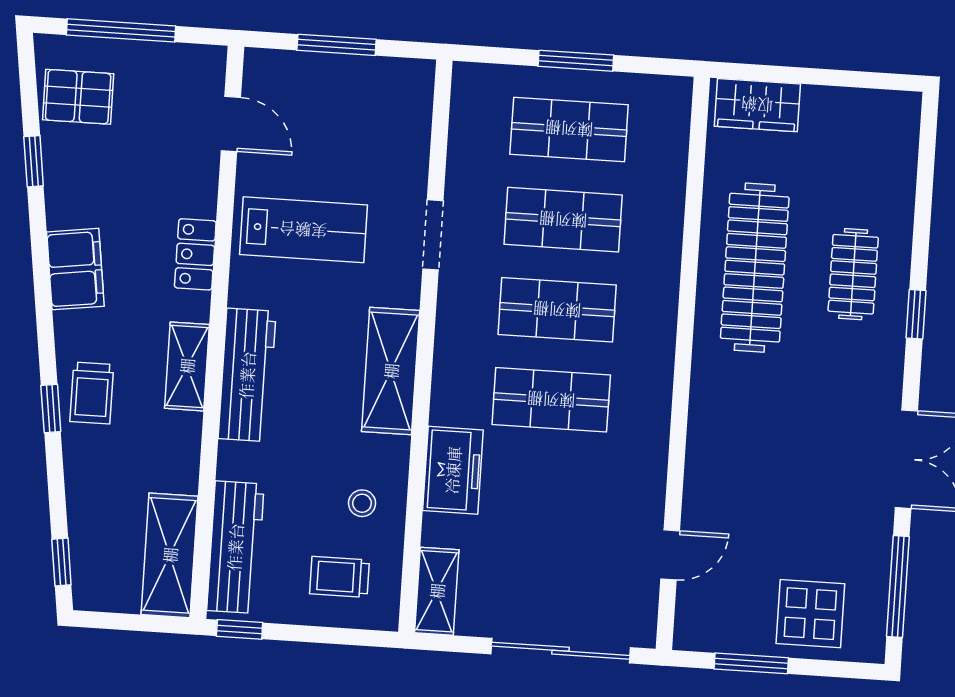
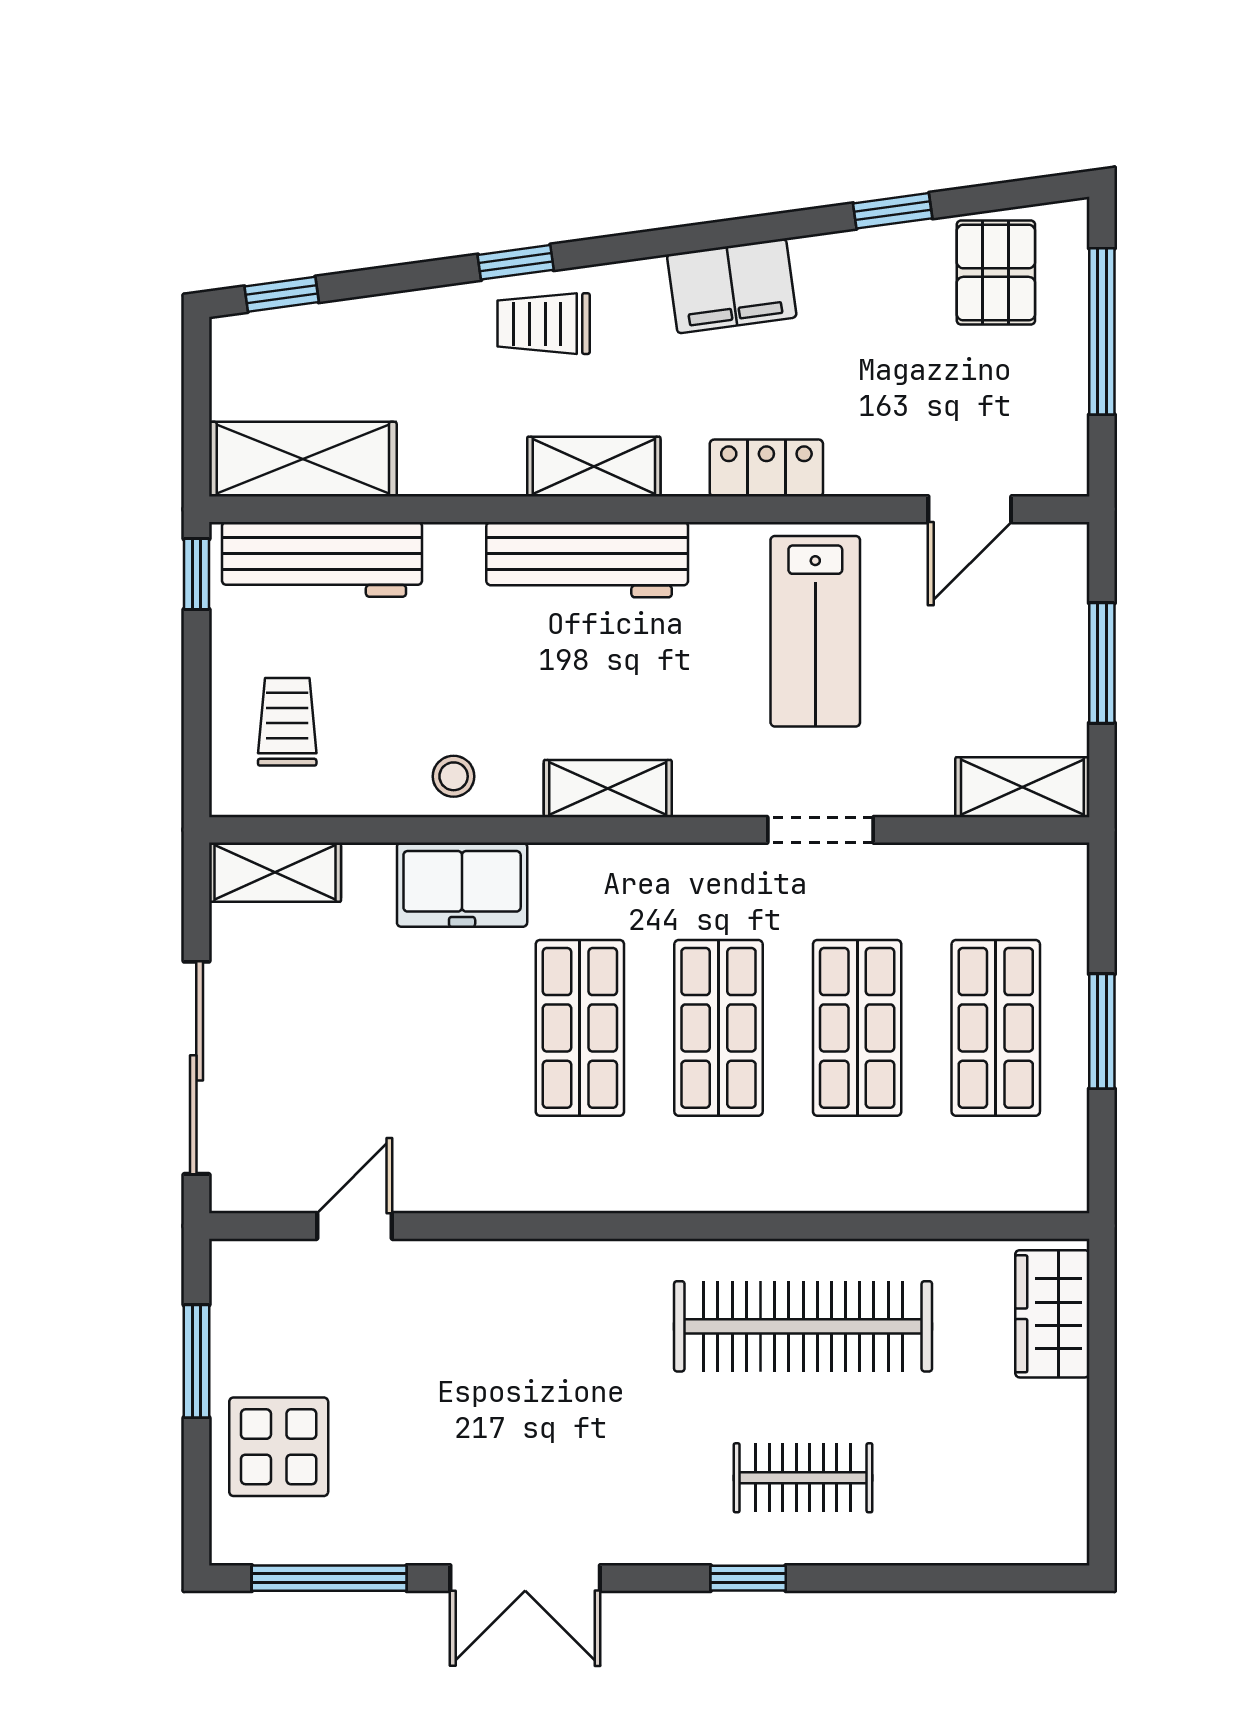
shelving: (414, 102) -> (1022, 787), added
shelving: (391, 371) -> (608, 789), width x0.67, depth x0.75
stool: (362, 503) -> (454, 776), moved
door: (670, 555) -> (355, 1226), swing flipped

